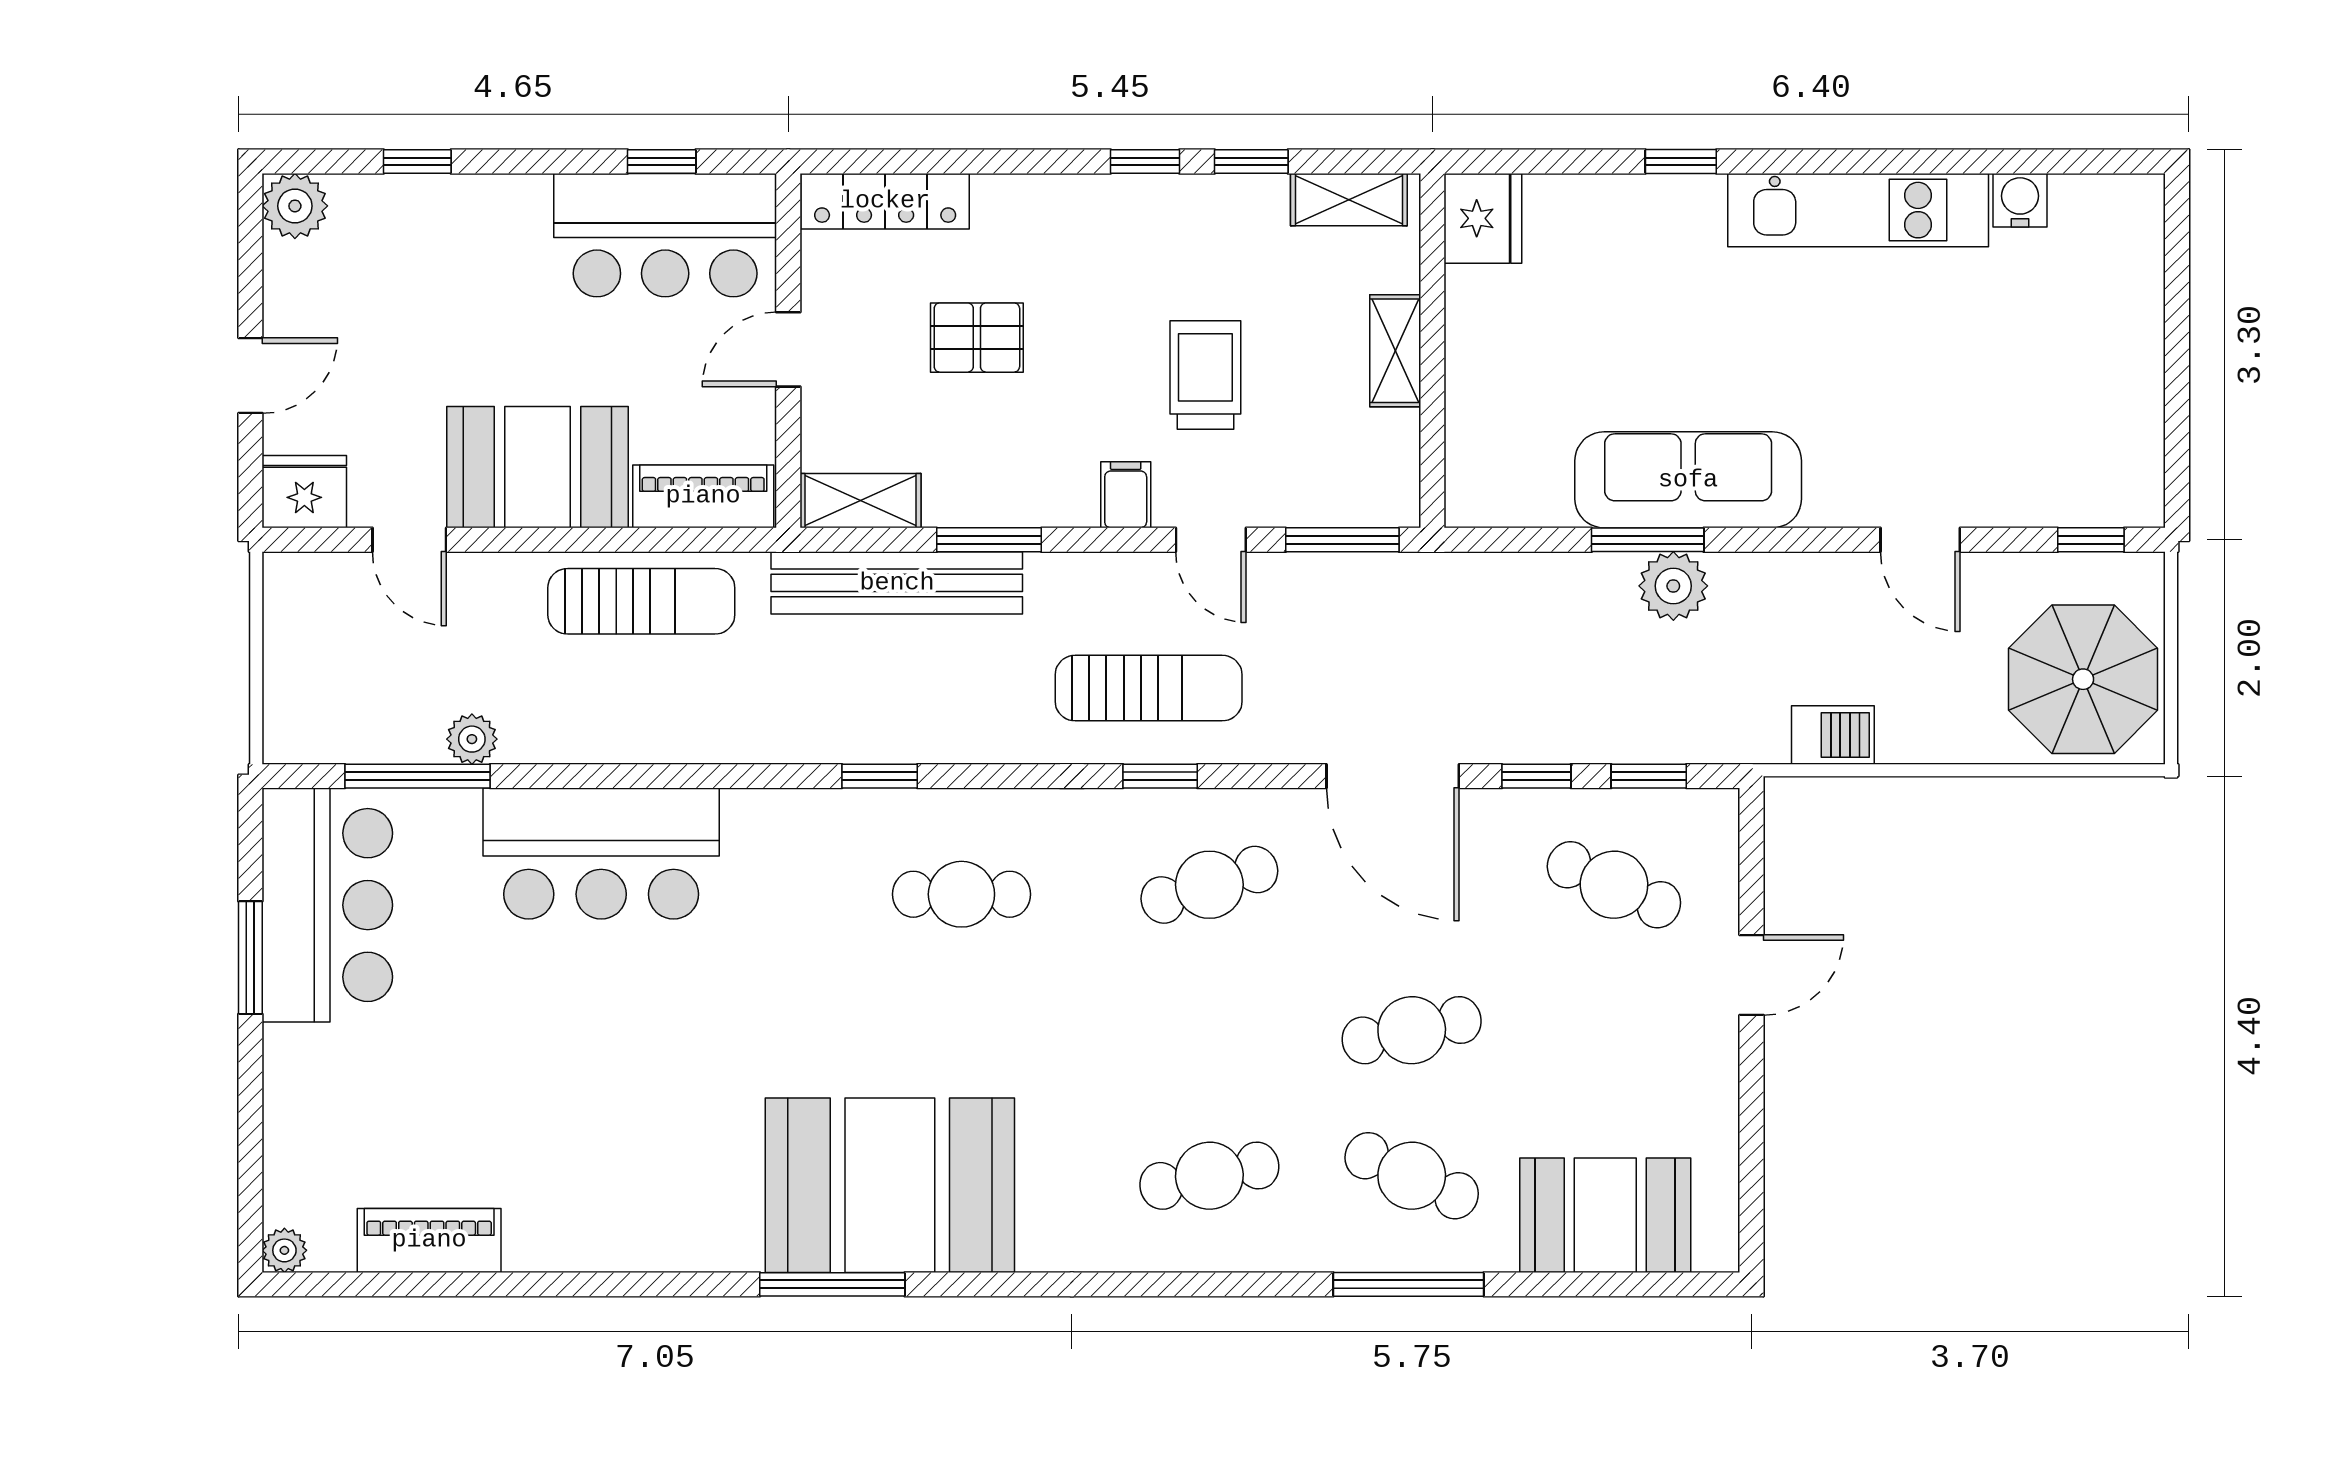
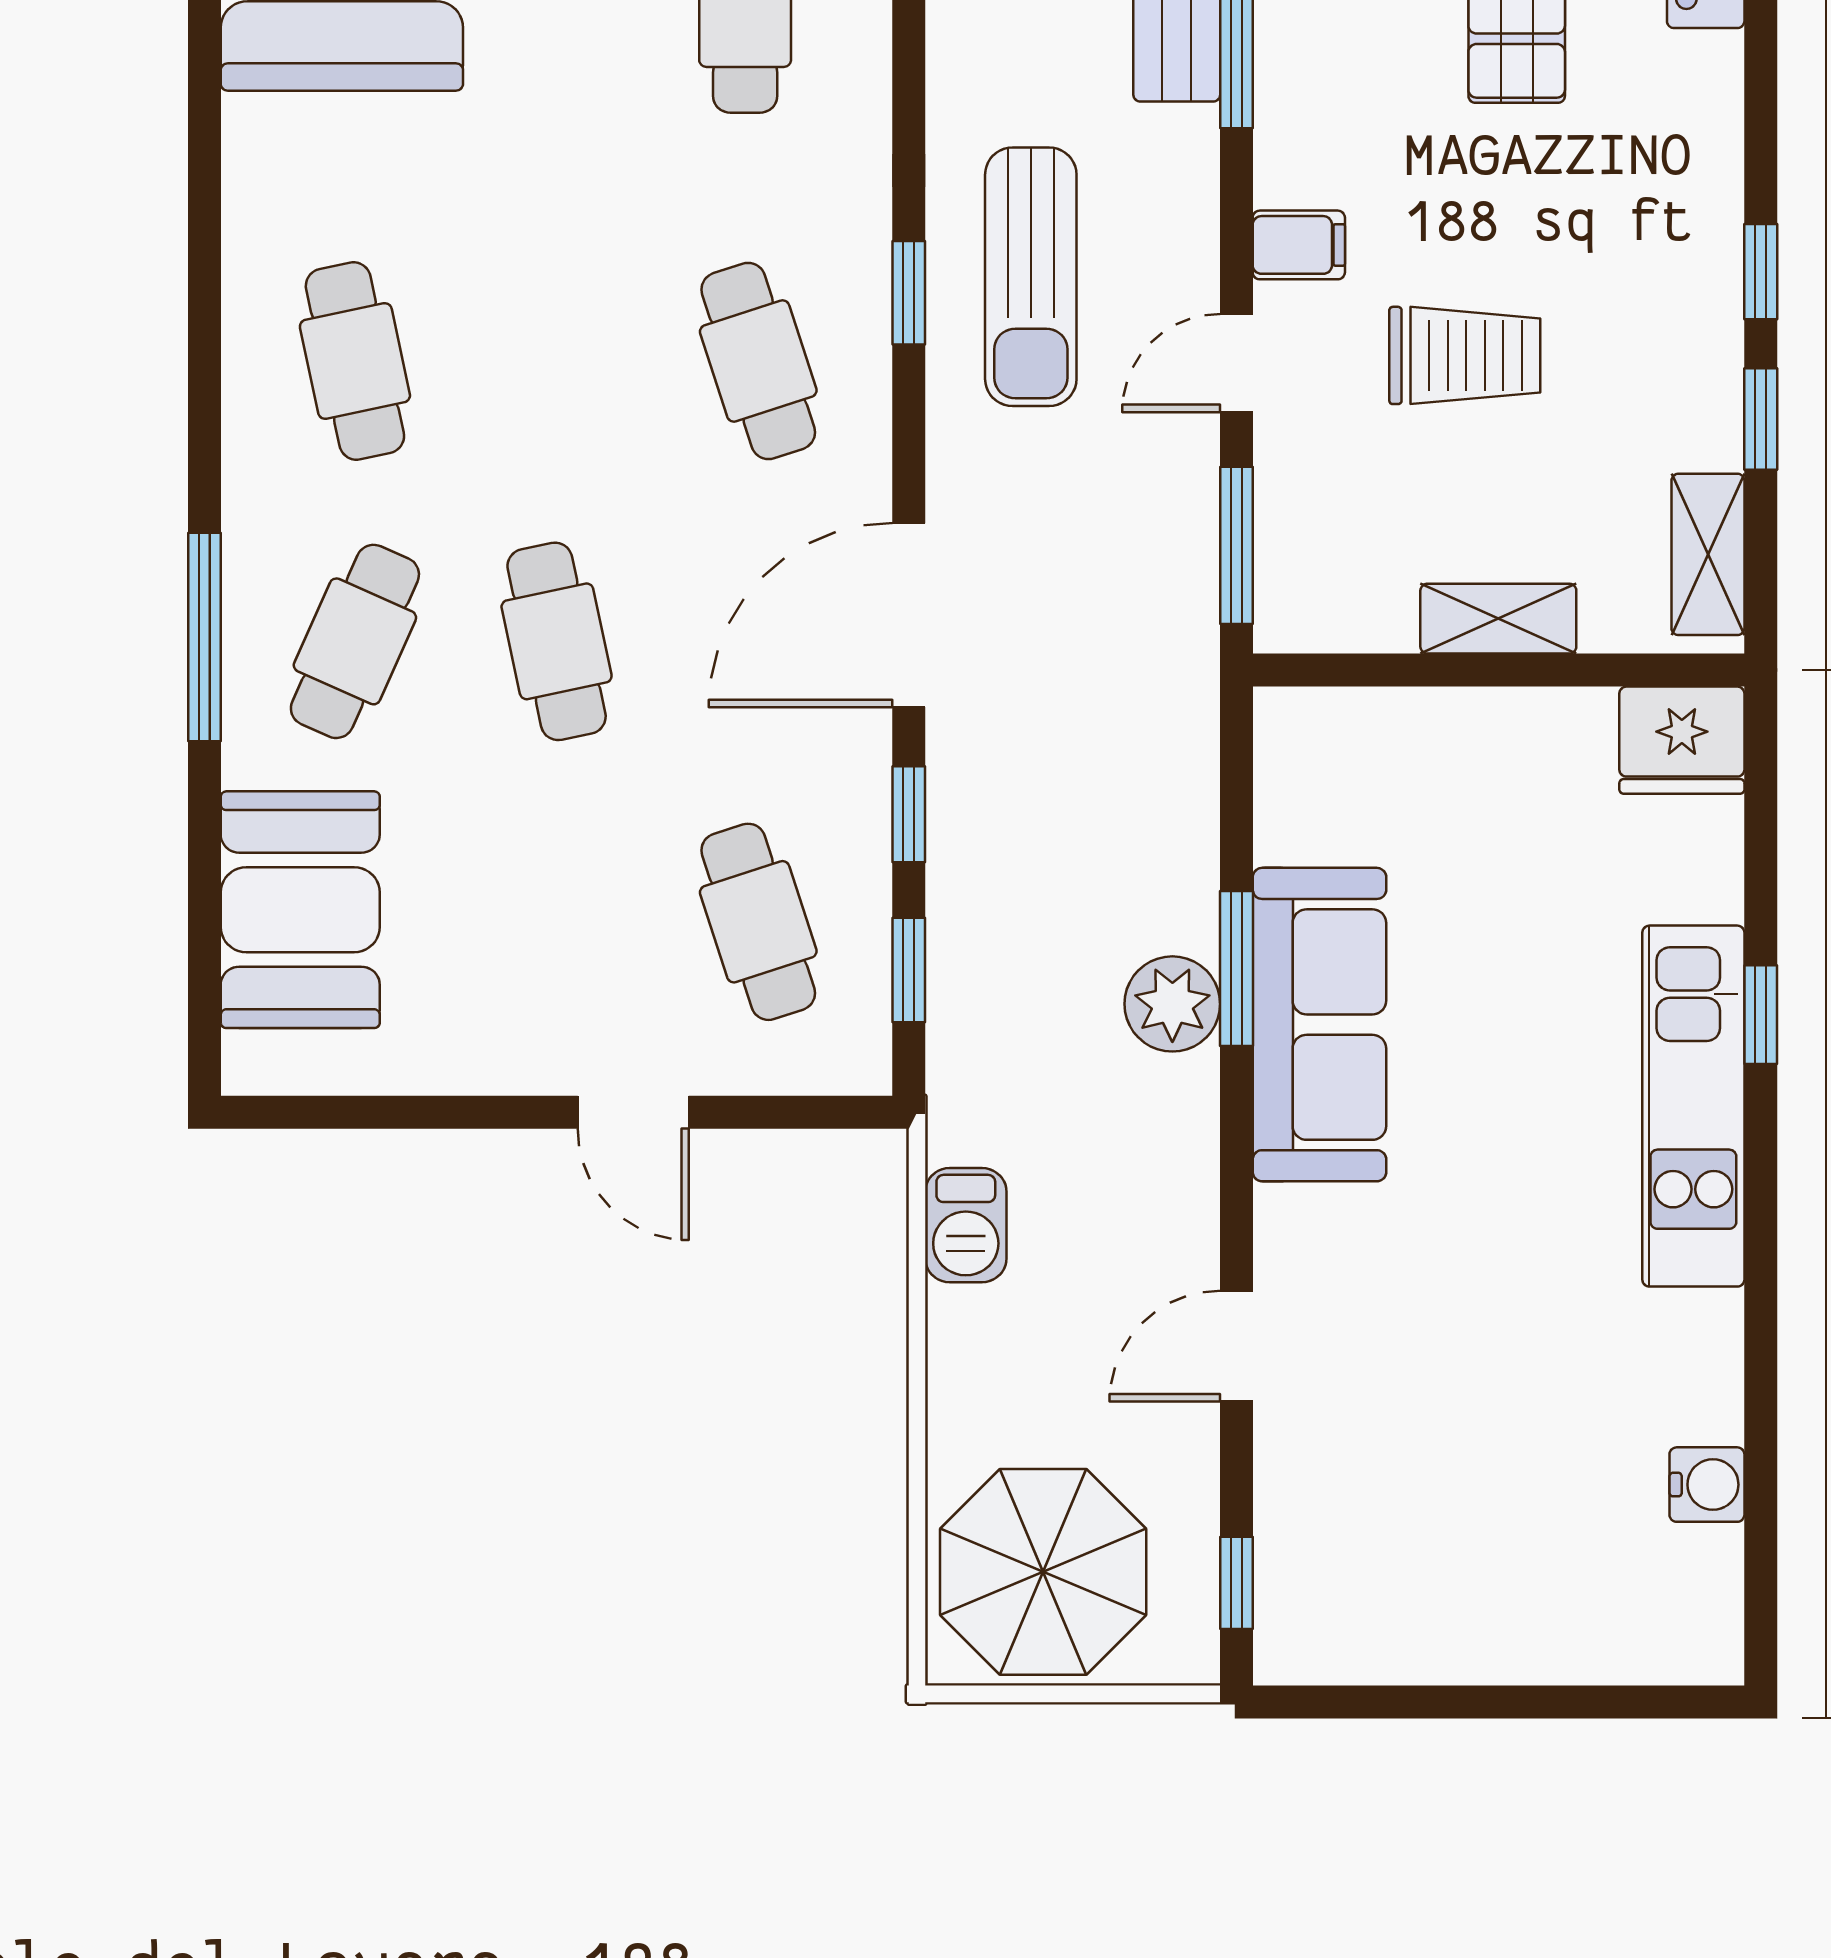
kitchen unit: (1858, 210) -> (1693, 1106), moved
cafe table: (1614, 885) -> (758, 922), turned -42

